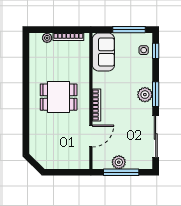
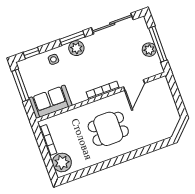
plant: (47, 38) -> (62, 162), width x1.88, depth x1.88
side table: (144, 50) -> (53, 59), moved
dining table: (59, 97) -> (108, 129), turned 90
door: (91, 136) -> (134, 85), swing flipped

